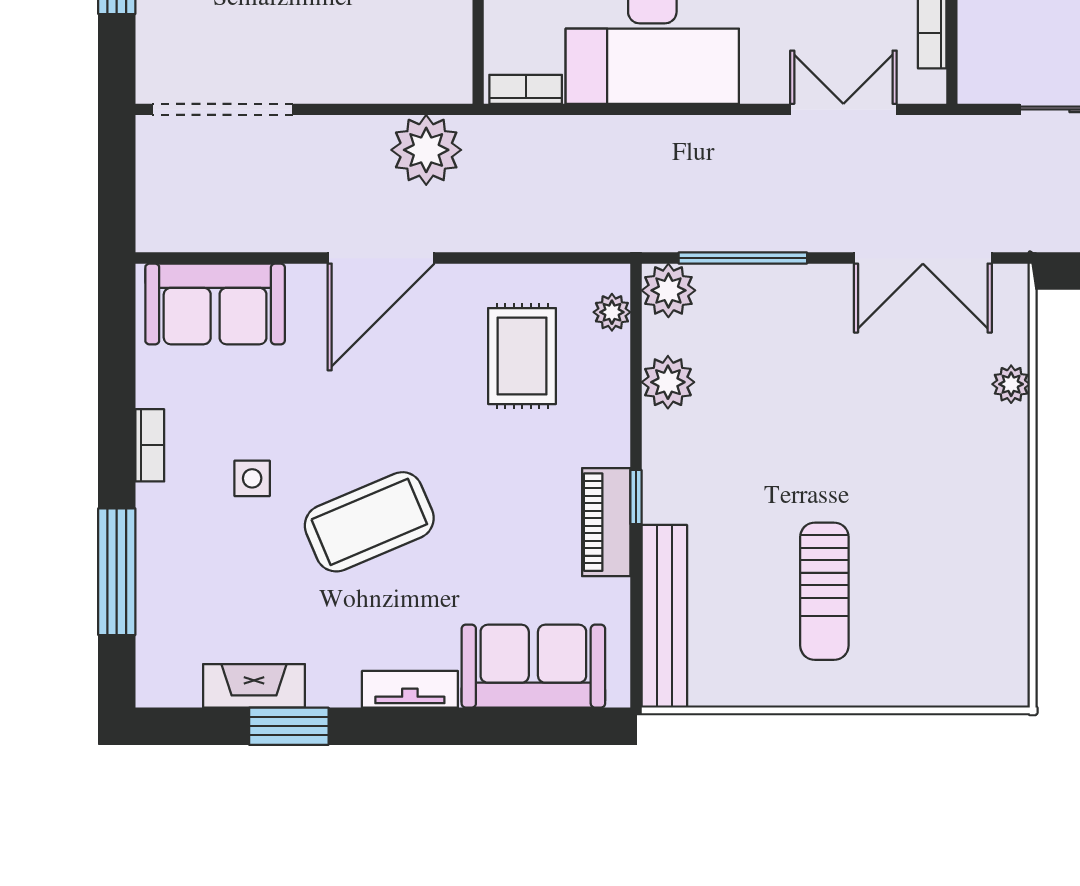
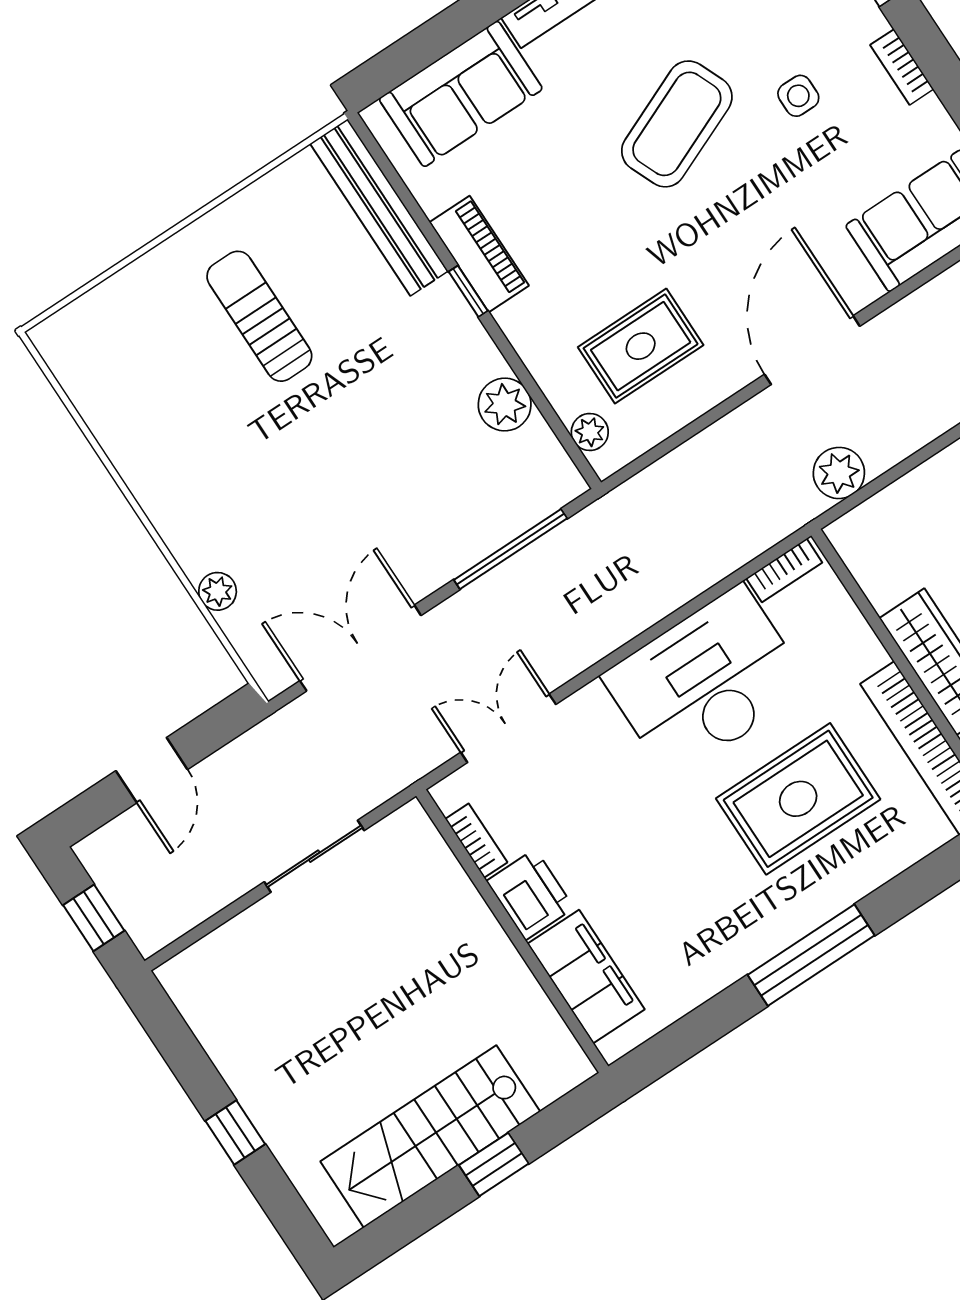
double door: (843, 109) -> (508, 728), swing flipped
plant: (426, 150) -> (839, 473), width x0.73, depth x0.73
plant: (668, 290) -> (555, 481), removed
rug: (522, 356) -> (641, 346), turned 90

